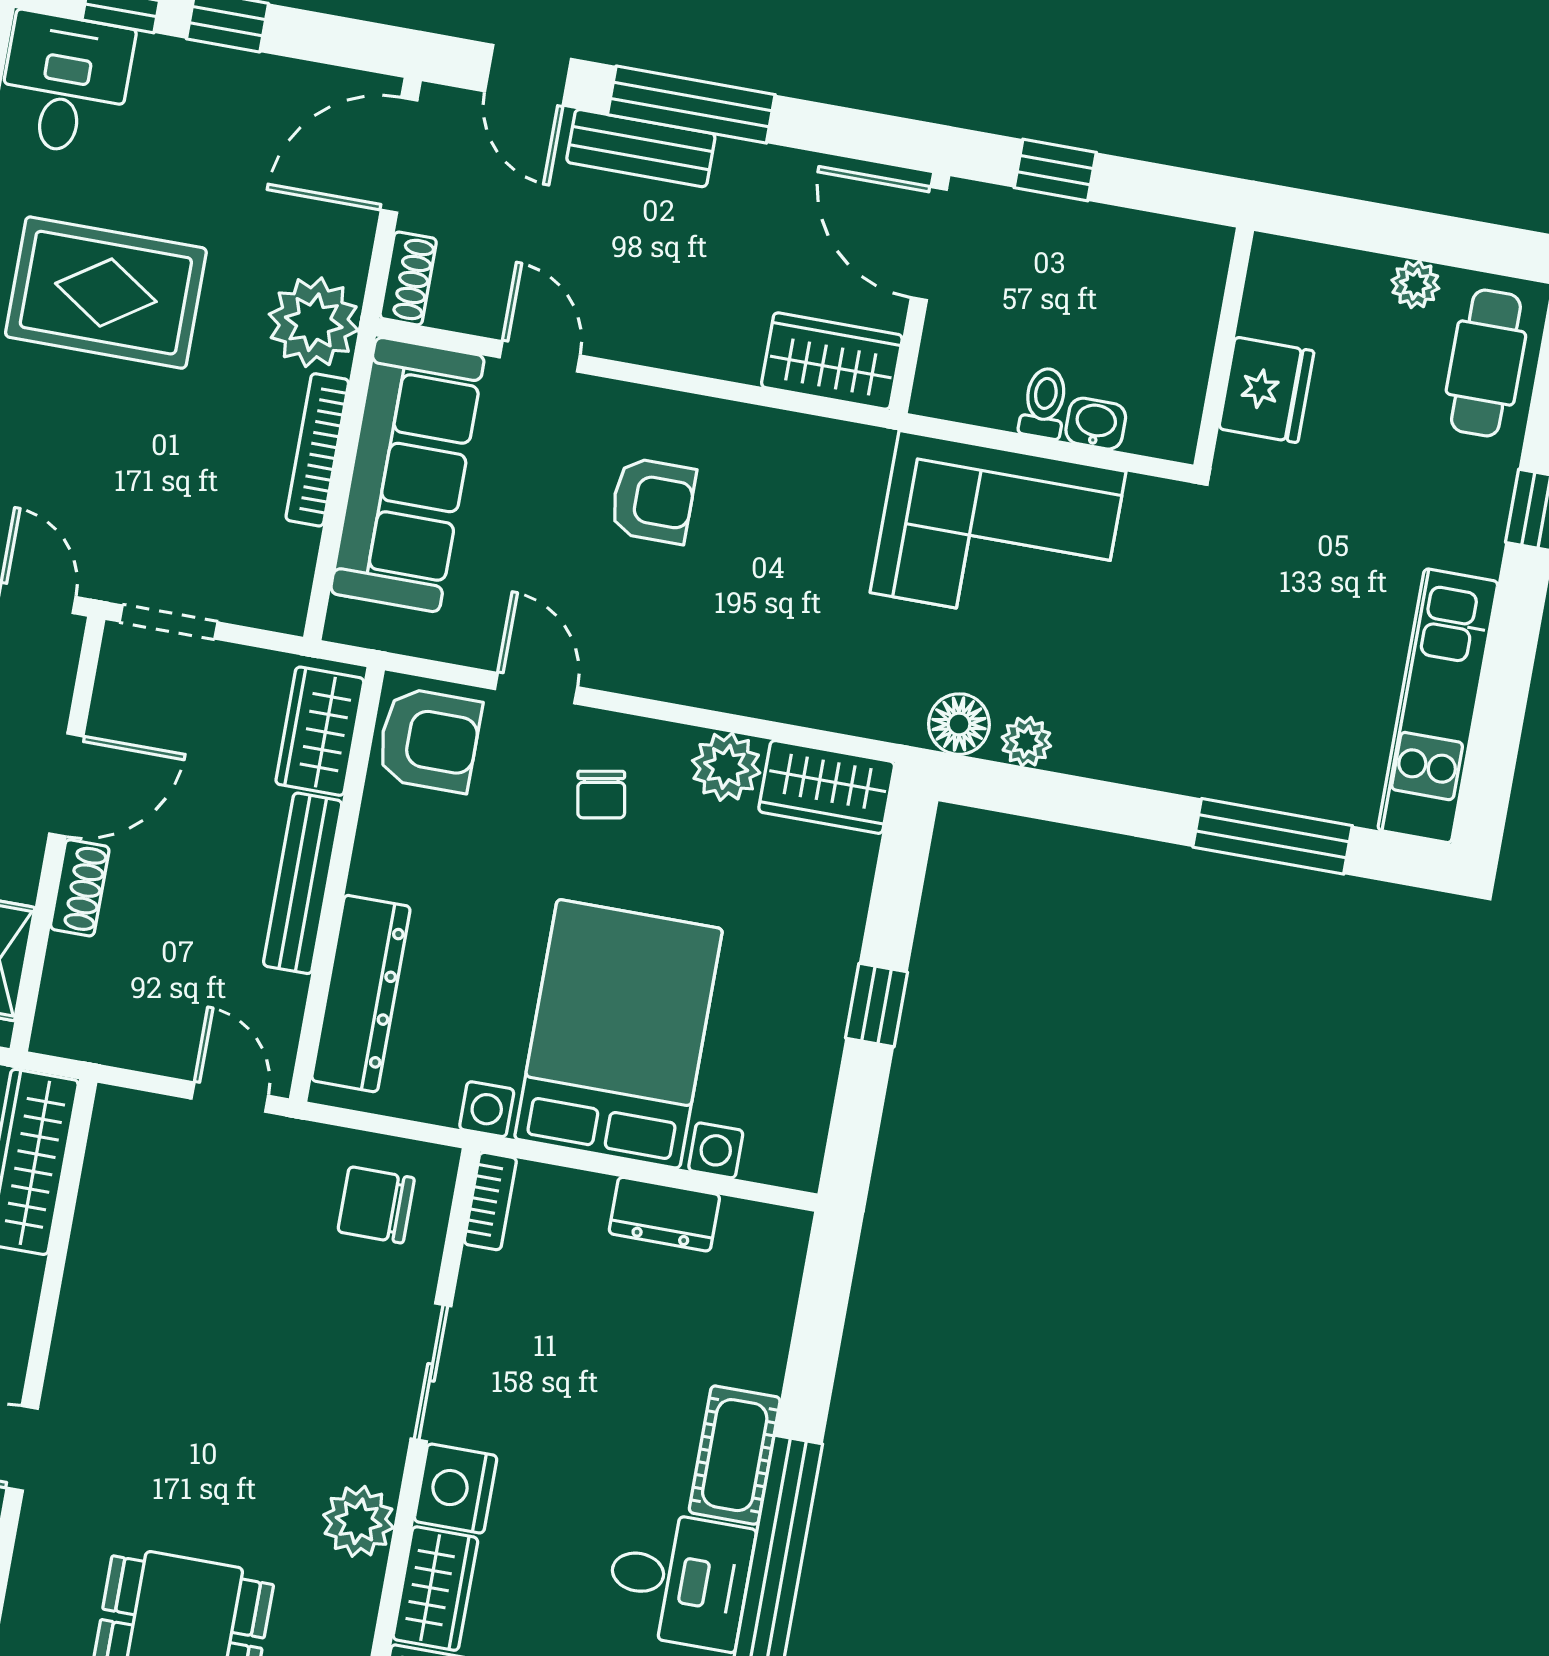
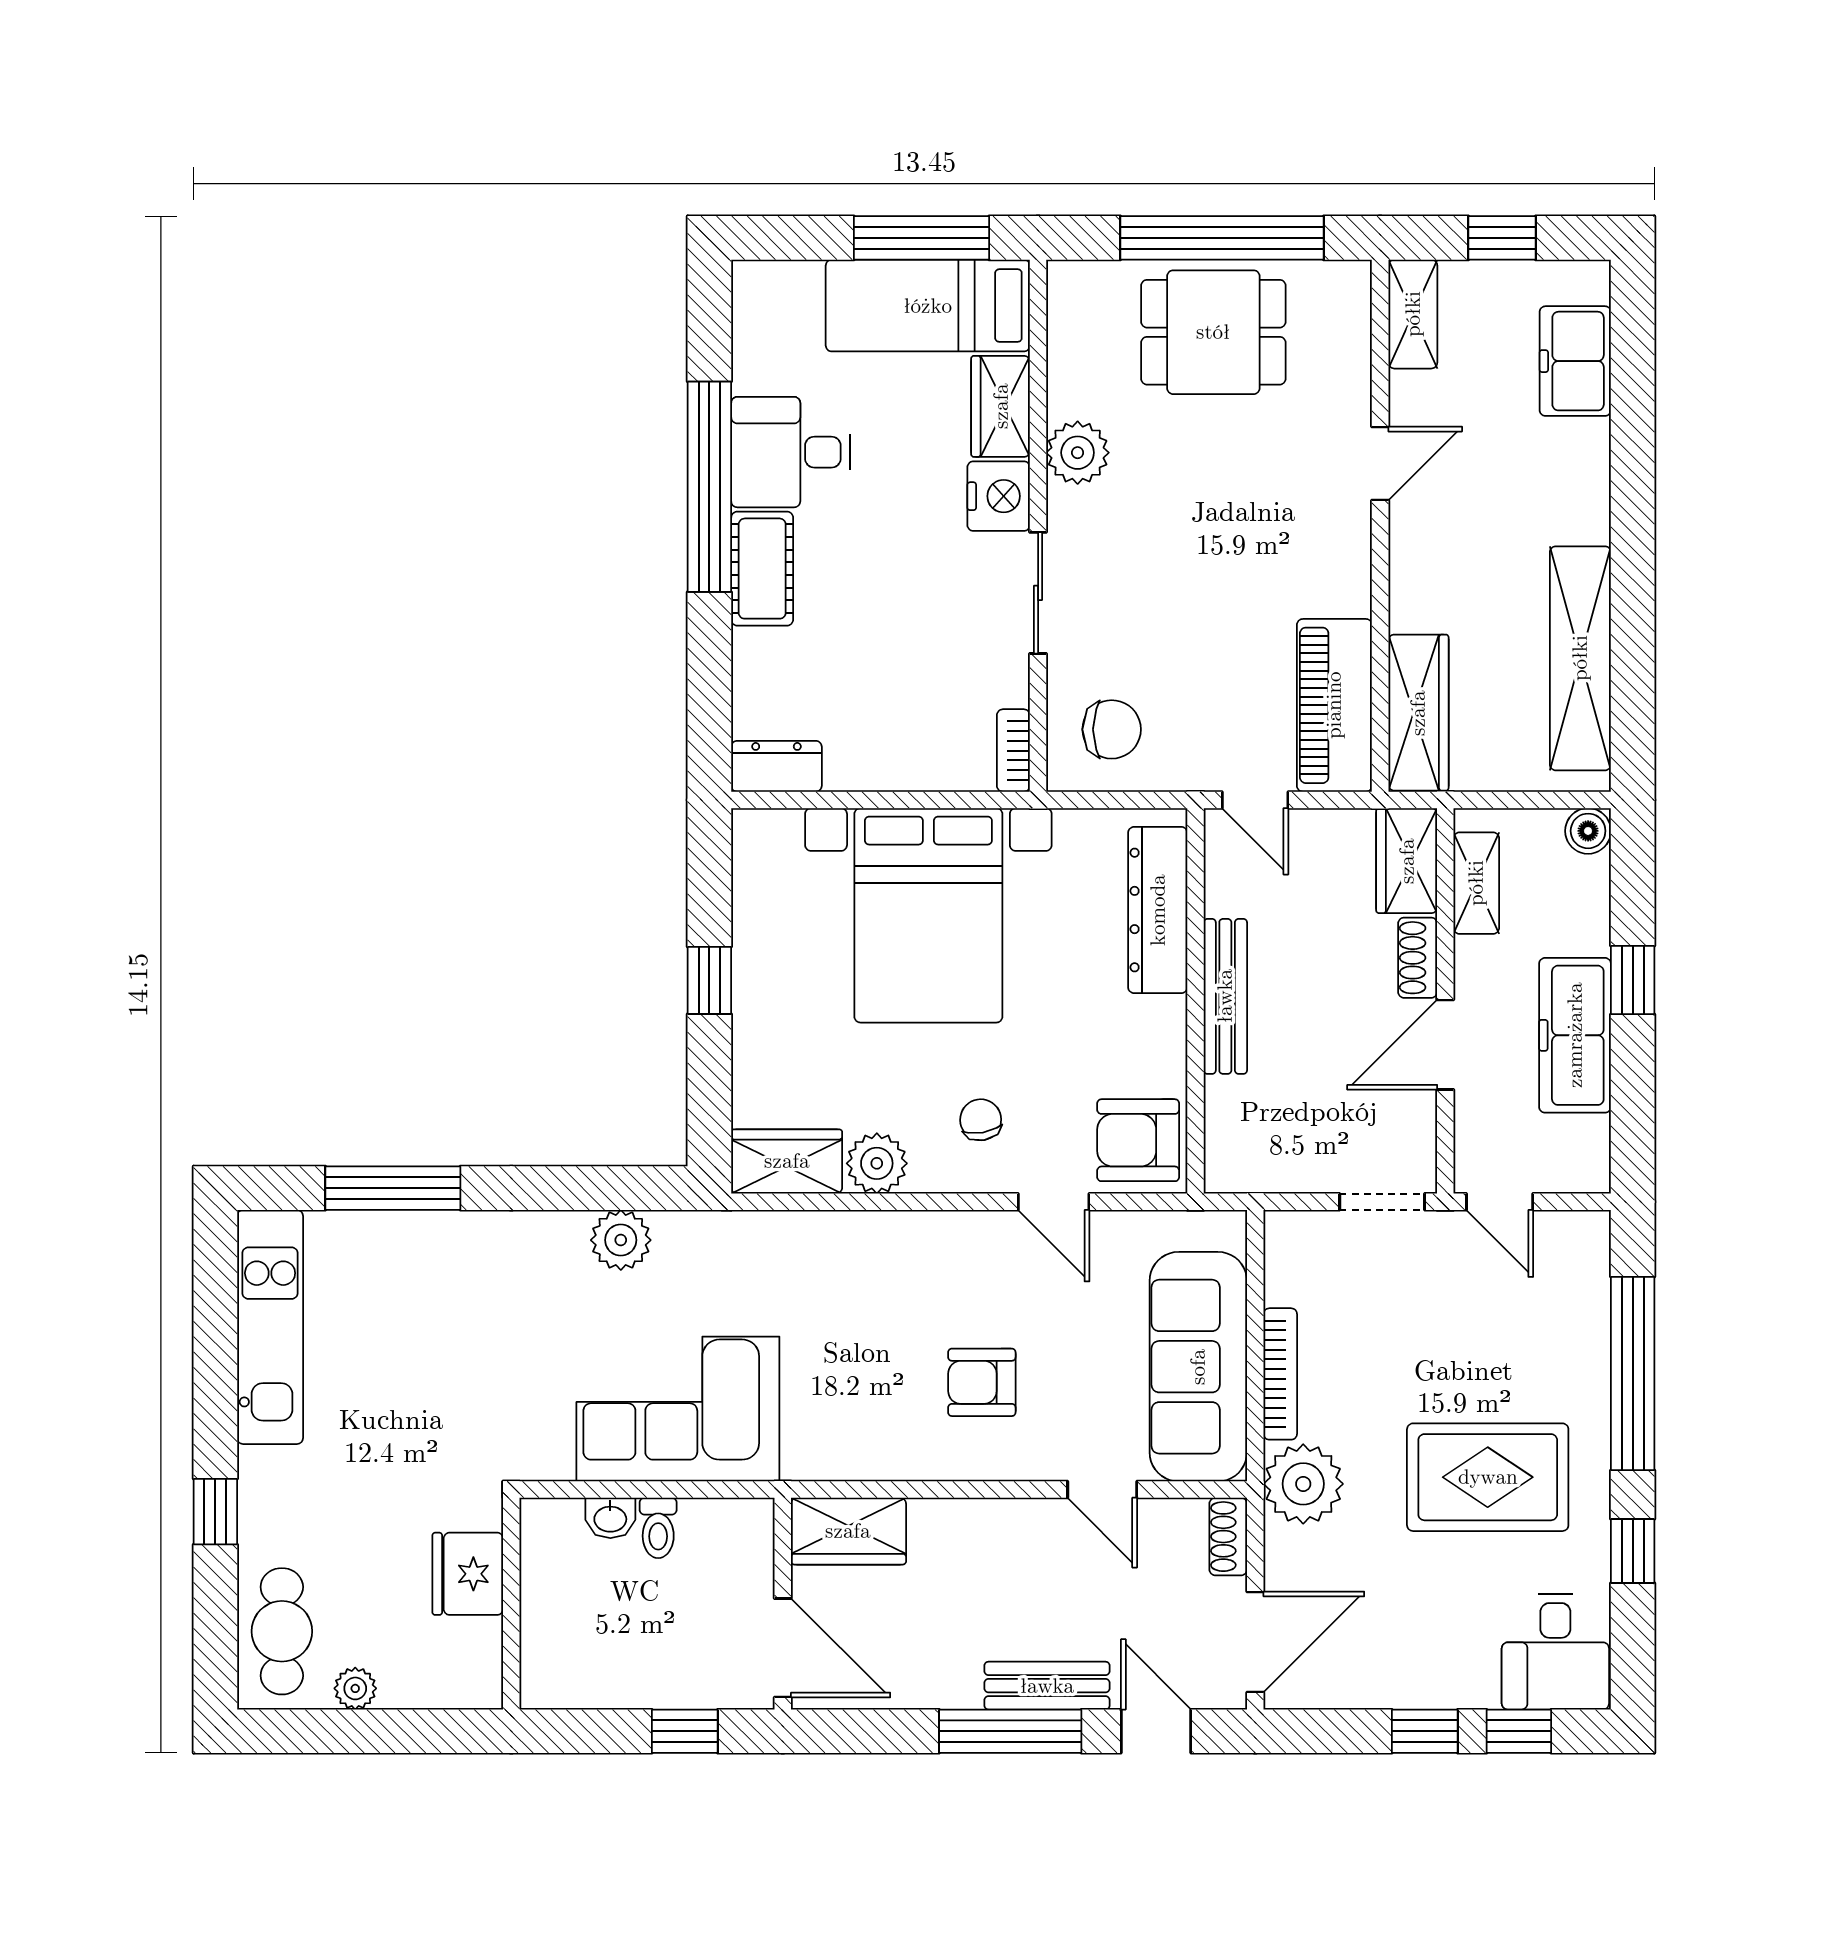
floor lamp: (959, 724) -> (682, 1237), removed
wardrobe: (320, 731) -> (1407, 861), moved, turned 180
plant: (1026, 742) -> (621, 1240), width x1.38, depth x1.38
piano: (122, 1187) -> (1334, 705), added
dresser: (664, 1214) -> (776, 766), moved

